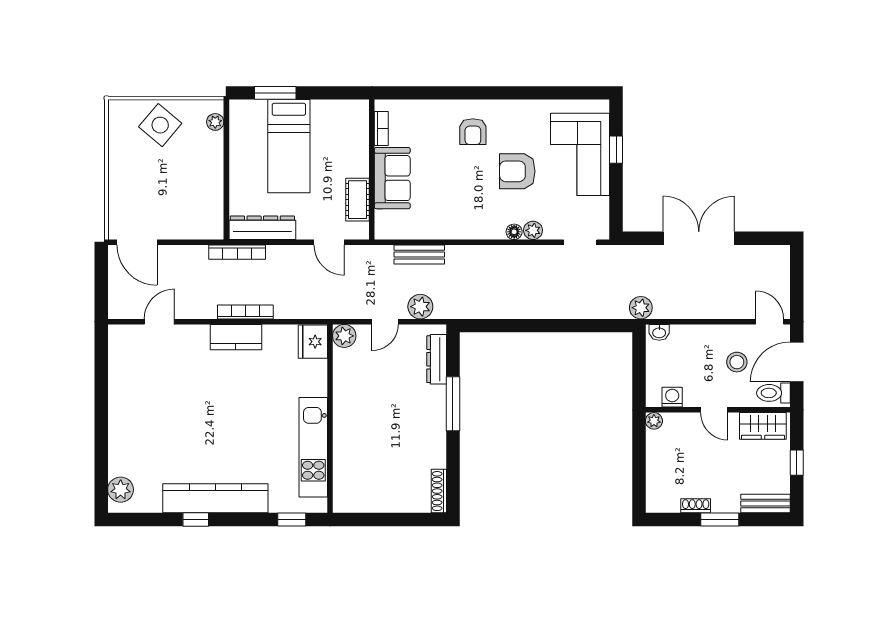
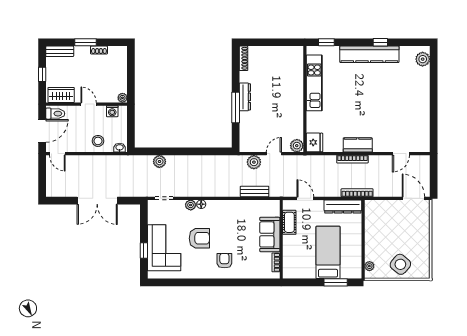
plant: (641, 308) -> (159, 162), moved
dresser: (437, 359) -> (245, 97), moved
stool: (737, 362) -> (98, 141), moved

